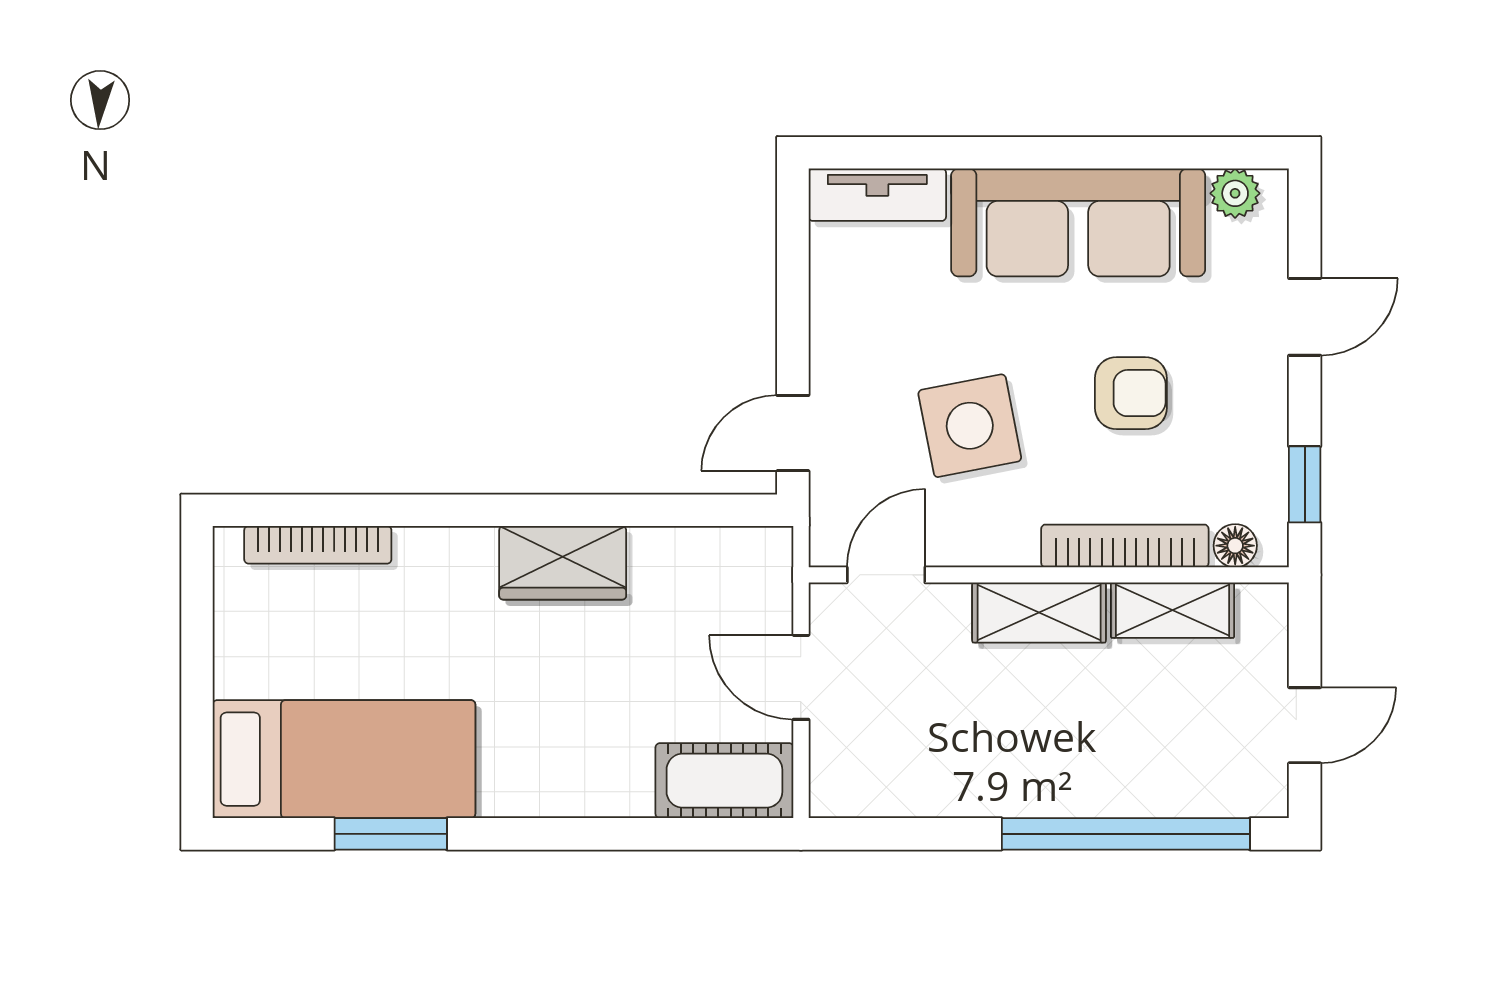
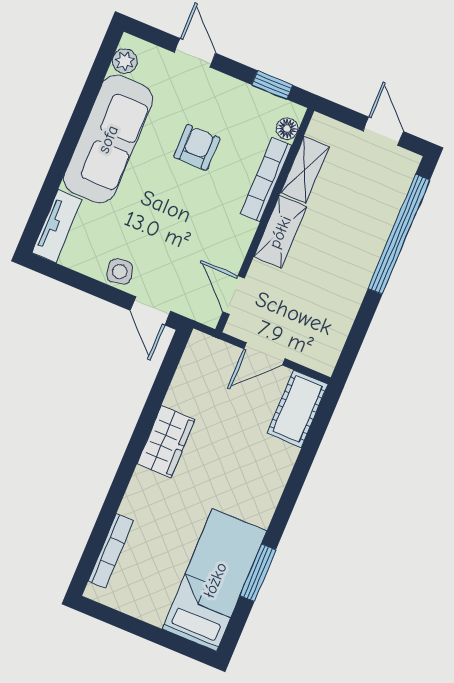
side table: (970, 426) -> (120, 272), moved, width x0.54, depth x0.54

